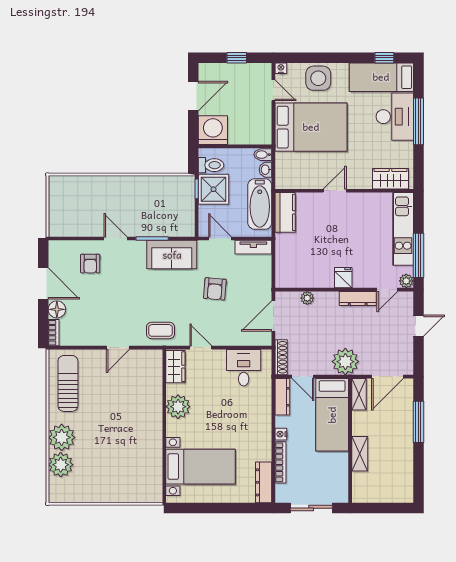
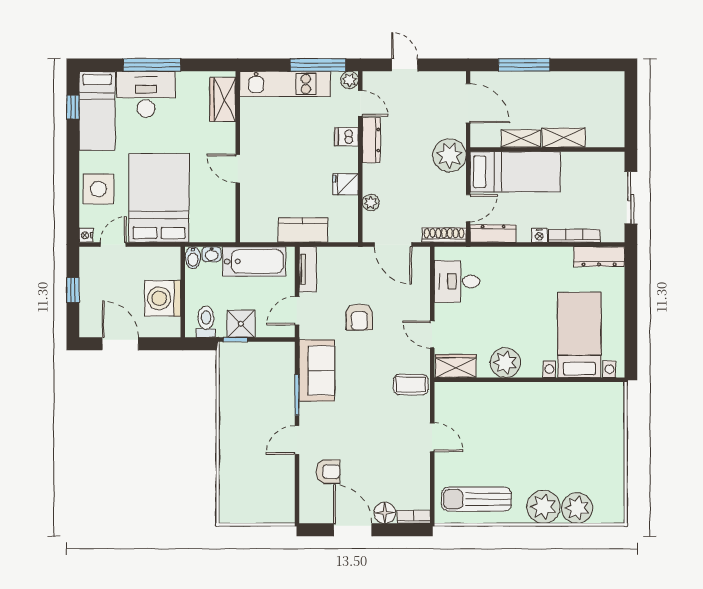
washing machine: (213, 130) -> (163, 298), moved
shower: (213, 189) -> (241, 324), width x0.73, depth x0.73
kitchen counter: (285, 212) -> (303, 230), moved
fridge: (343, 278) -> (345, 184), moved
dishwasher: (361, 278) -> (346, 137), added
door: (43, 283) -> (353, 530), hinge flipped
armchair: (215, 289) -> (359, 317), turned 85
coffee table: (160, 330) -> (411, 384), turned 90
door: (201, 348) -> (432, 334), hinge flipped
shelving: (359, 394) -> (521, 138), moved

